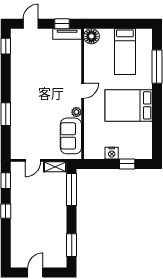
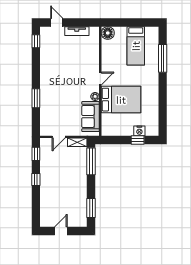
door: (31, 24) -> (57, 22), hinge flipped
window: (62, 24) -> (83, 22), removed
tv unit: (67, 34) -> (77, 31), moved
bed: (129, 105) -> (121, 100), moved, turned 180
nightstand: (112, 153) -> (139, 131), moved

